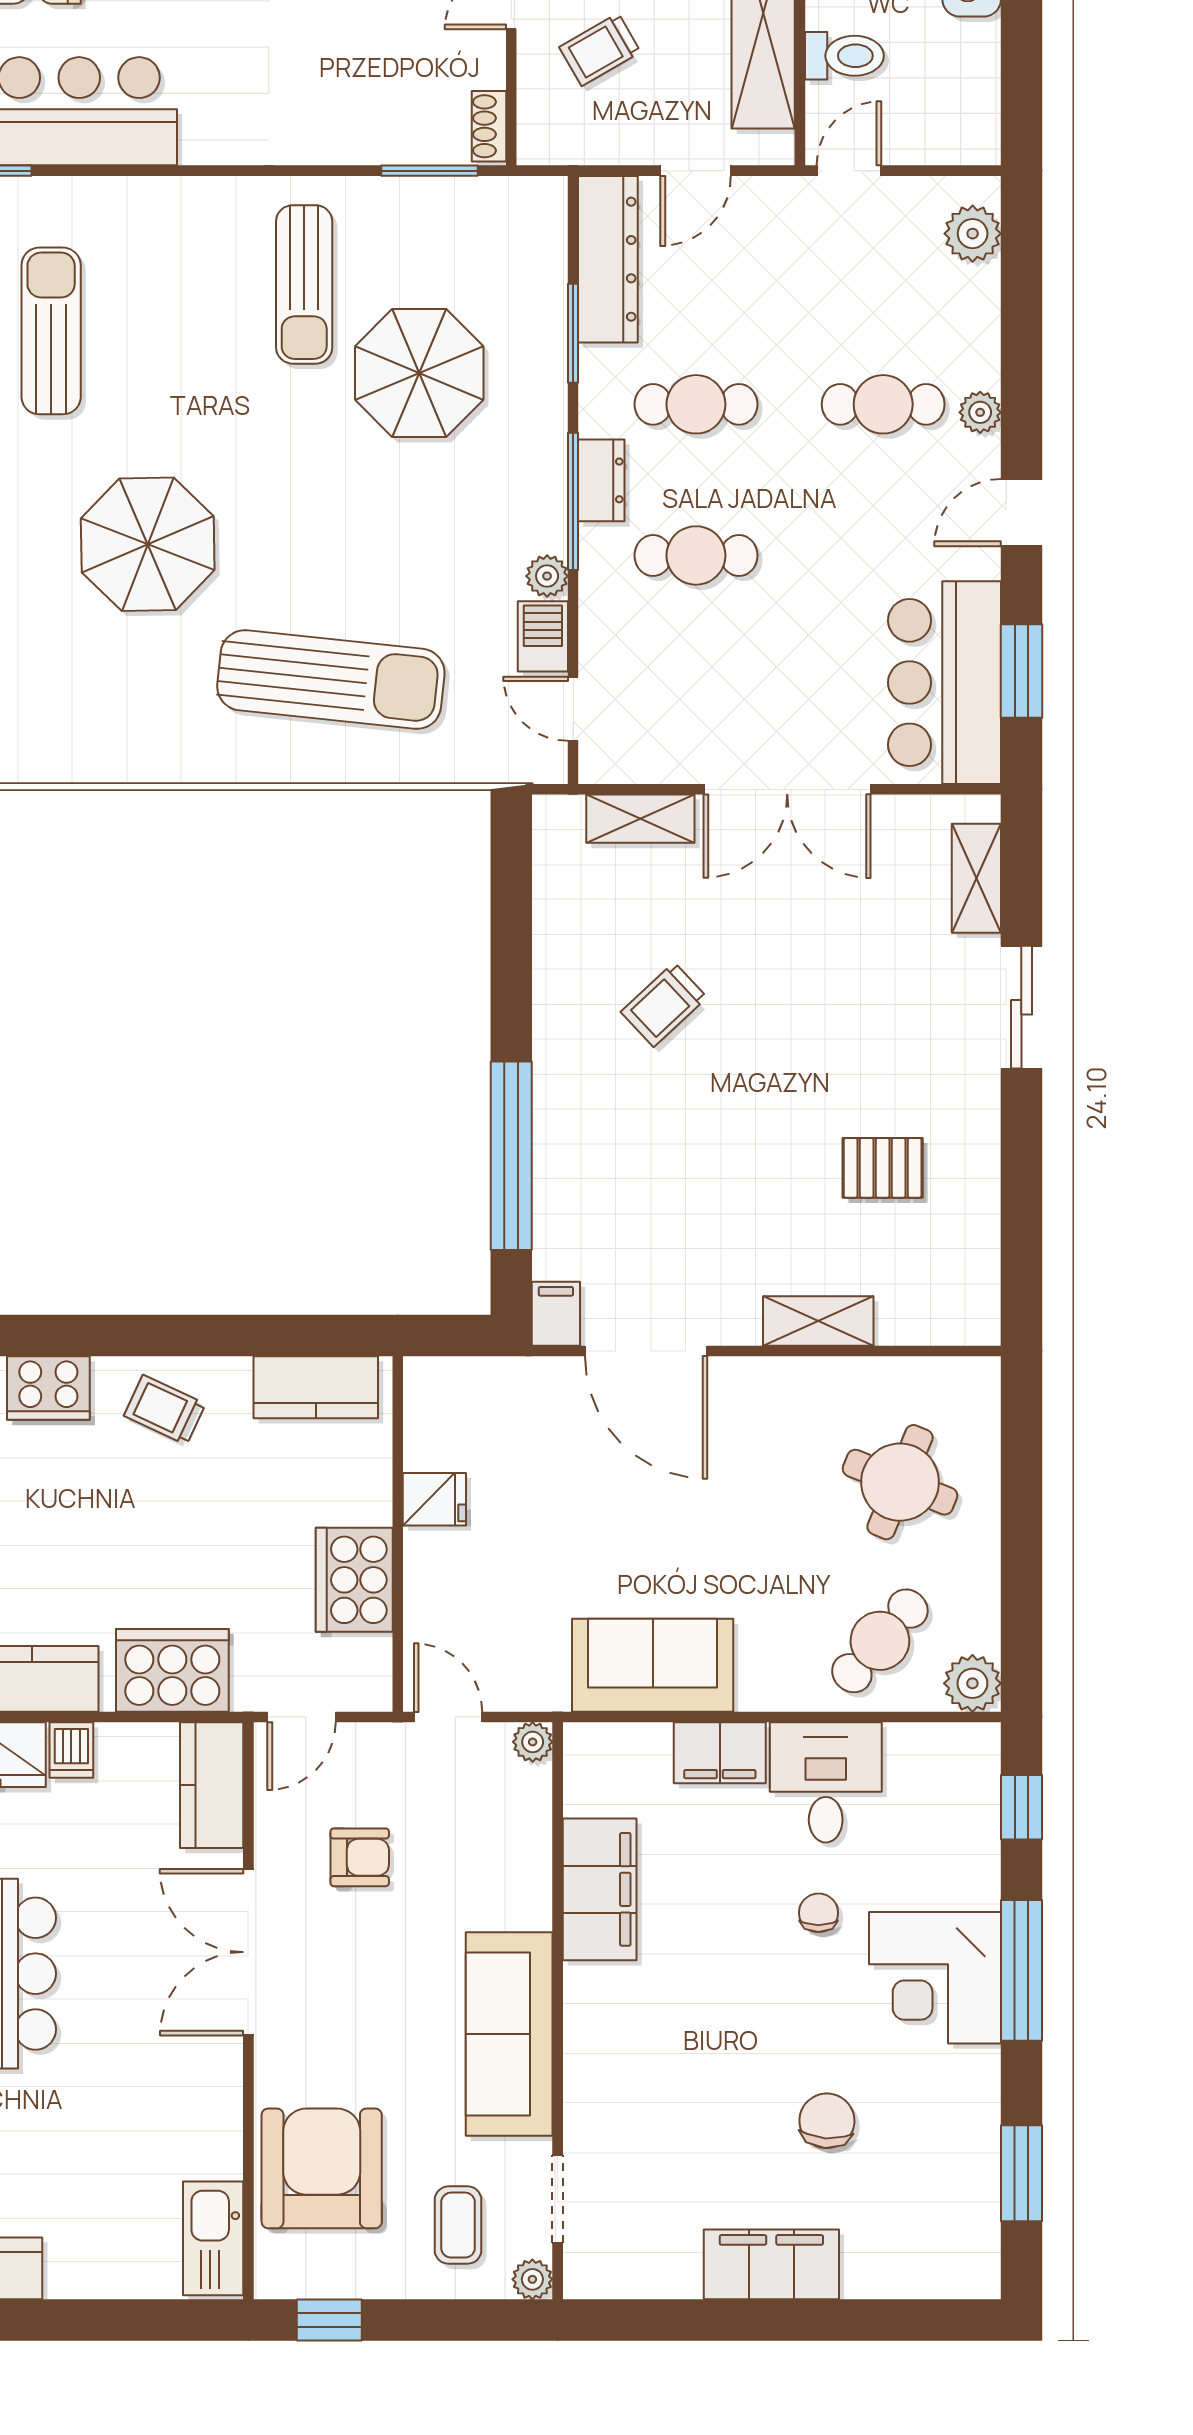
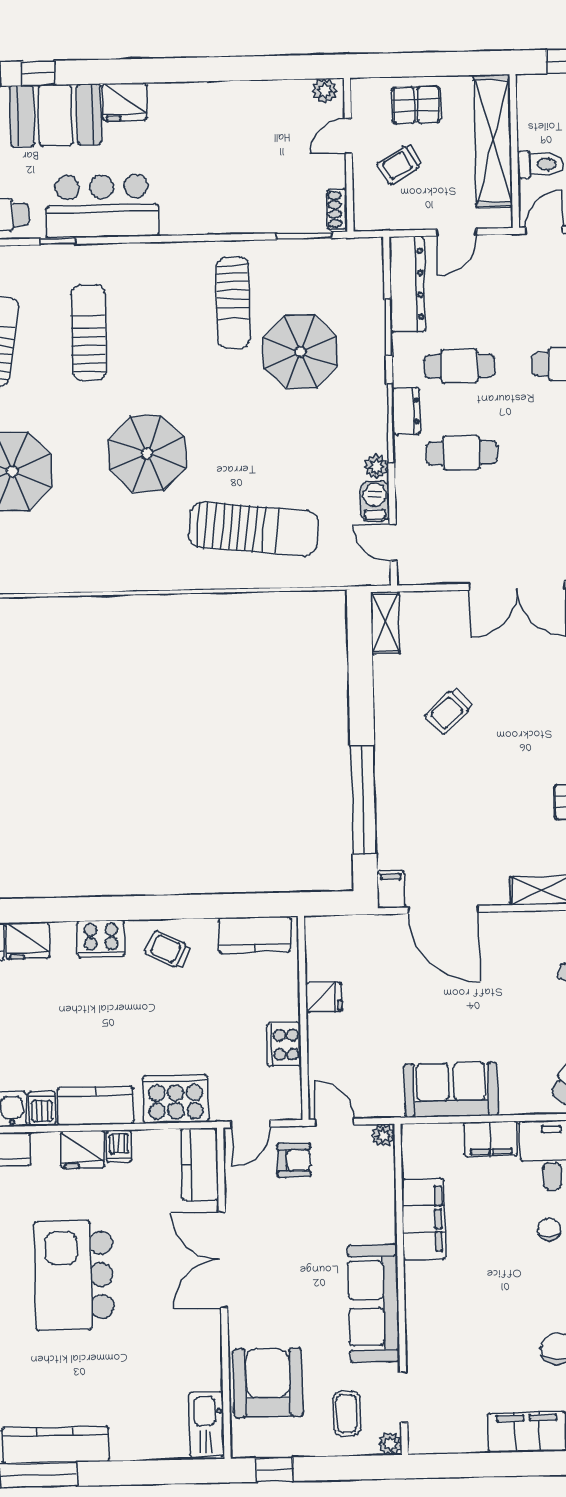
shelving: (640, 819) -> (385, 623), moved, turned 90
cooker: (354, 1580) -> (284, 1045), width x0.73, depth x0.76
armchair: (360, 1857) -> (294, 1160), moved

